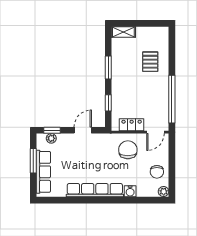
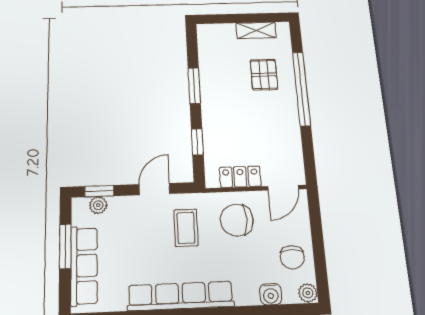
shelving: (123, 32) -> (256, 30), moved
window: (172, 99) -> (301, 89), moved
chair: (128, 150) -> (237, 220), turned -90
coffee table: (99, 153) -> (186, 228), added
water cooler: (130, 191) -> (271, 294), moved

